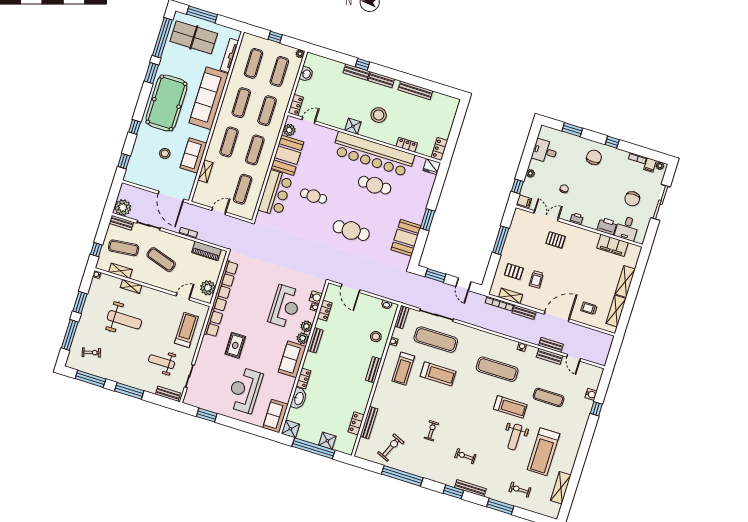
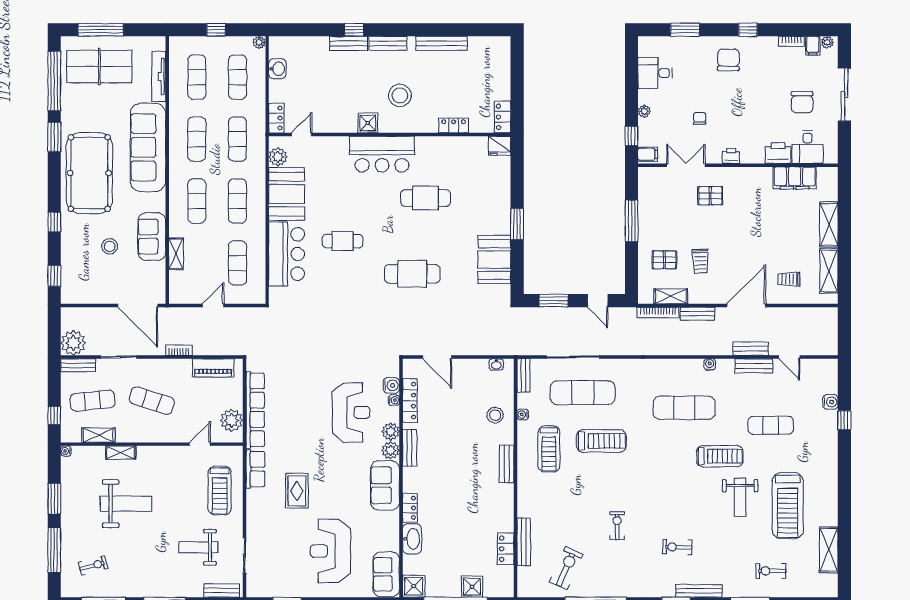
bar counter: (373, 154) -> (382, 154), width x0.54
locker: (325, 310) -> (410, 401), width x1.53
treadmill: (186, 330) -> (220, 490), turned 180

